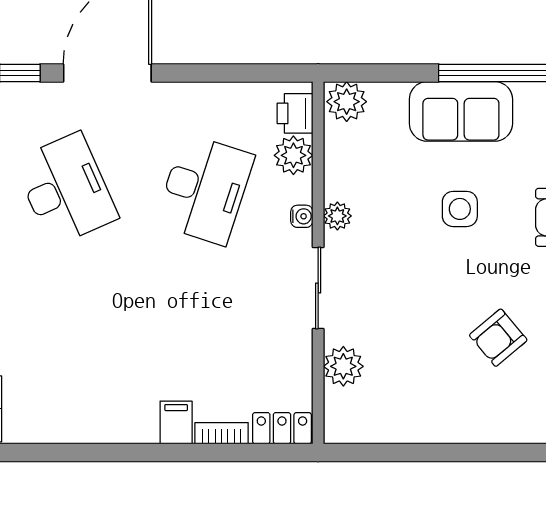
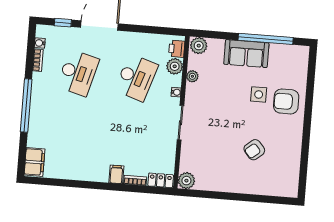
desk: (66, 189) -> (78, 73), turned 39
side table: (460, 209) -> (259, 94), moved
plant: (337, 216) -> (192, 76), moved
plant: (343, 366) -> (186, 181), moved

